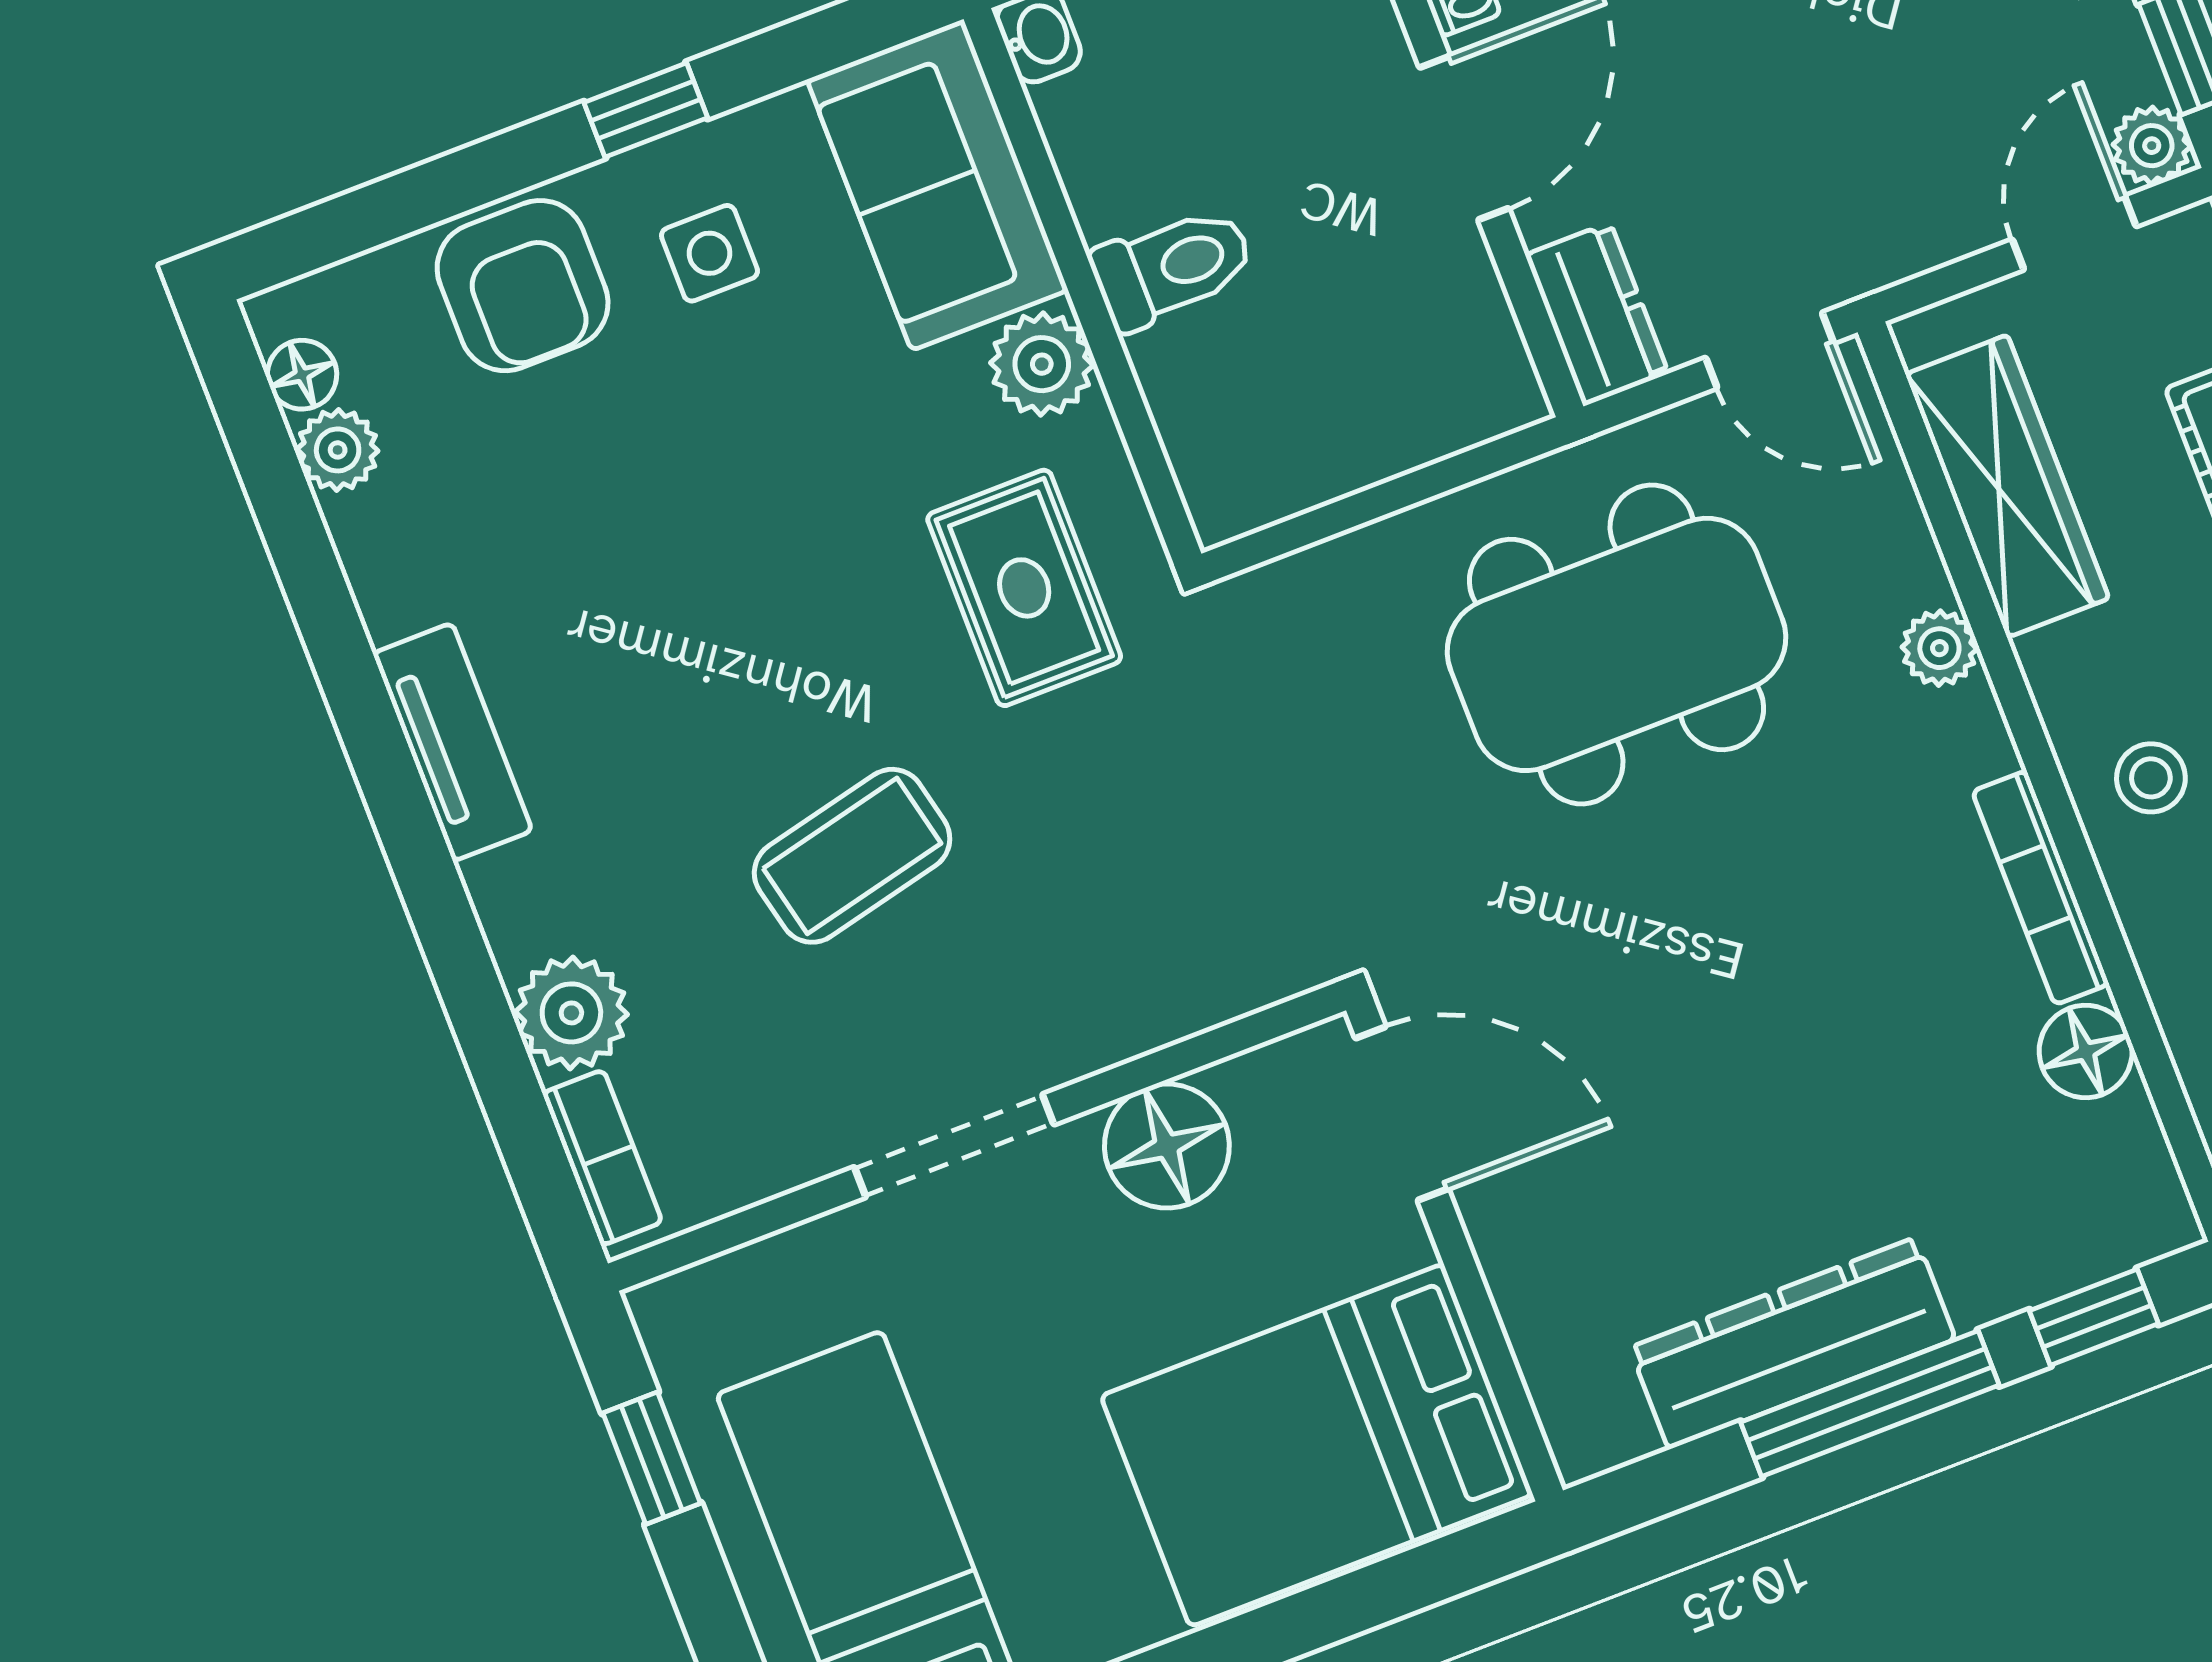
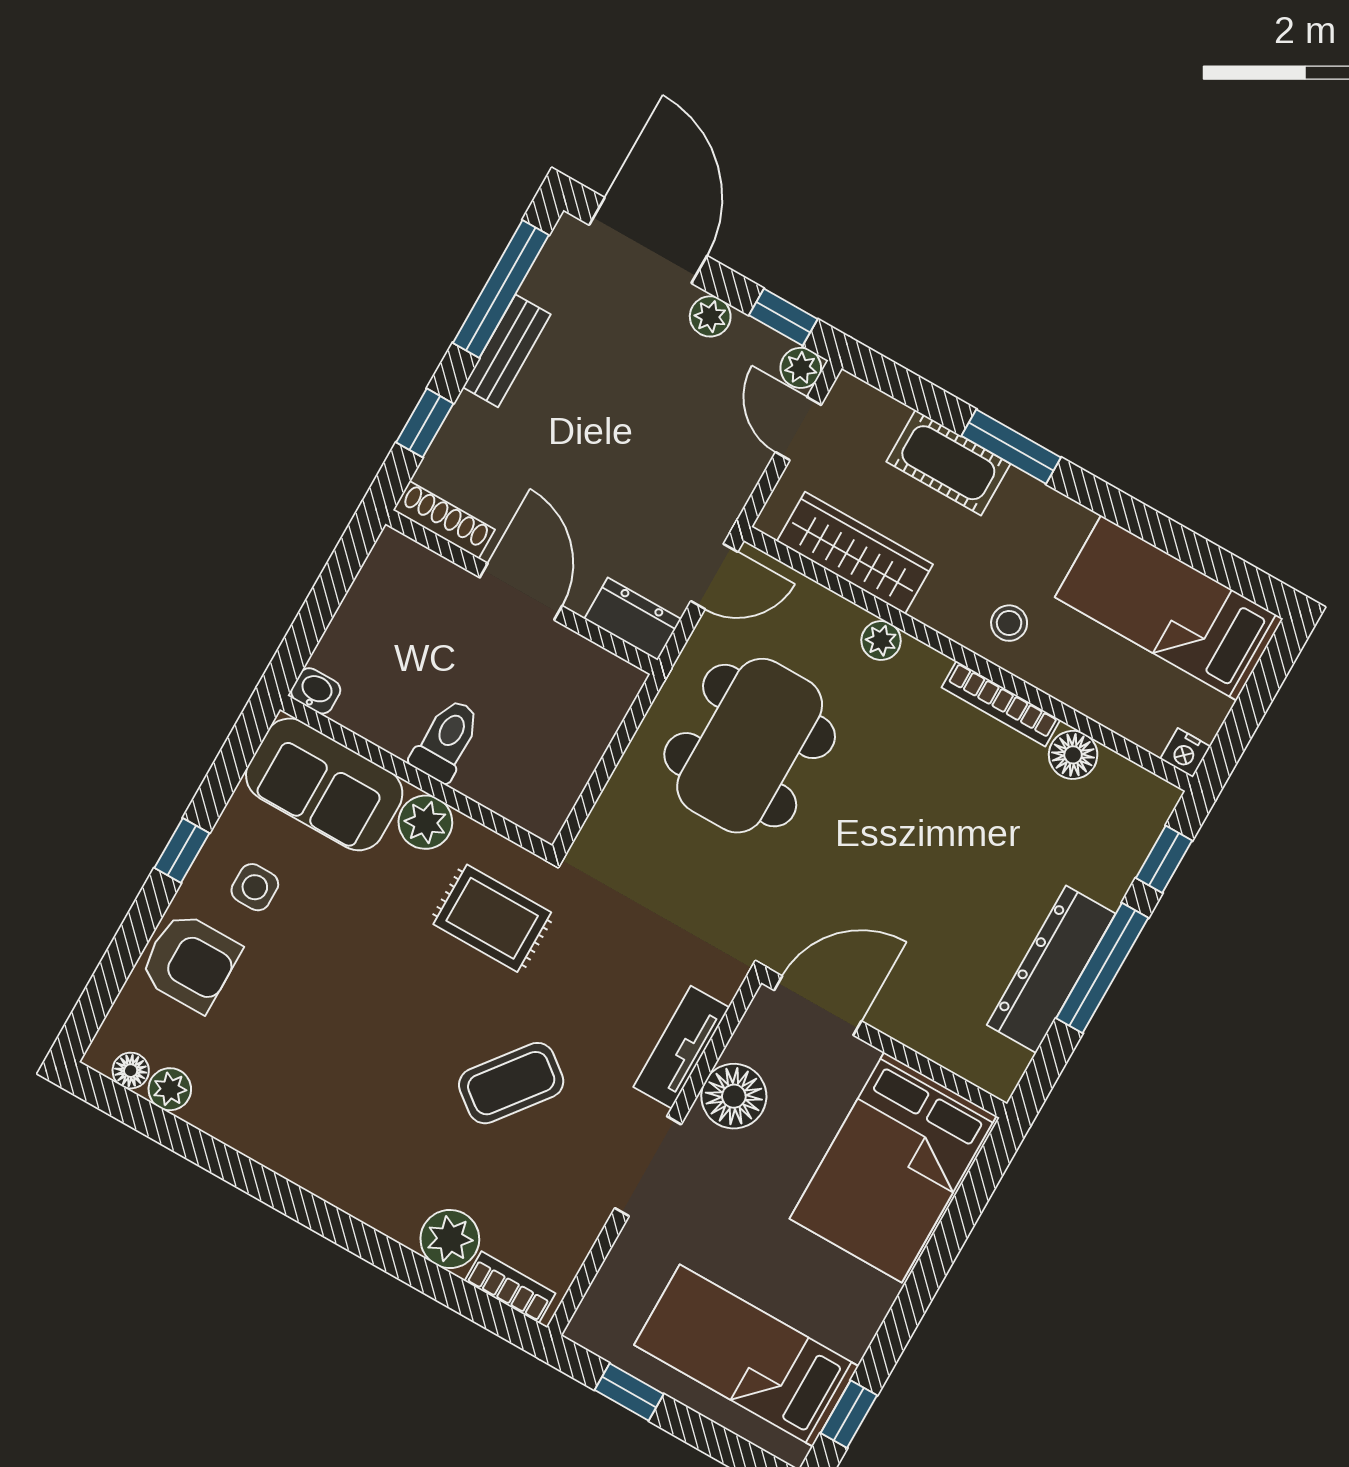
tv unit: (452, 742) -> (681, 1047), moved, turned -90
coffee table: (852, 856) -> (511, 1083), turned 51

